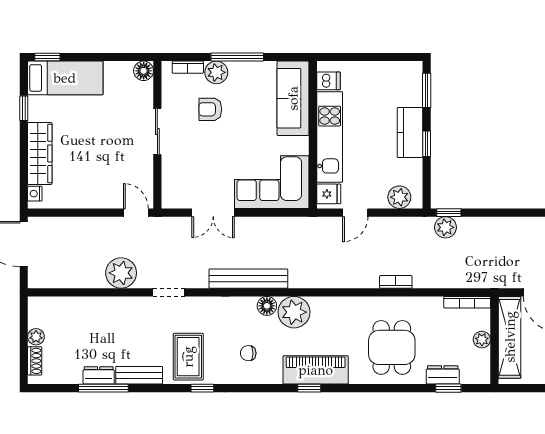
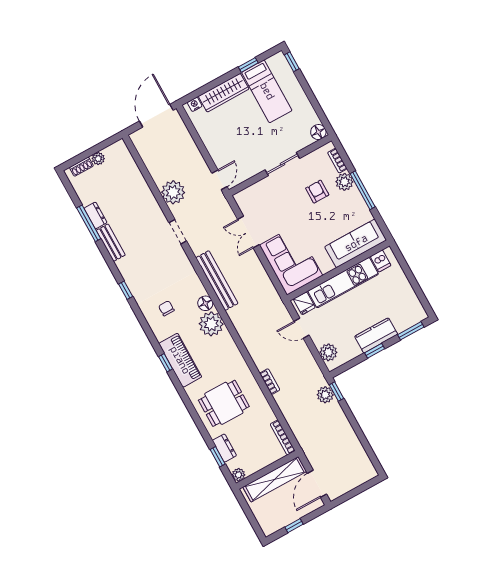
bed: (65, 78) -> (267, 91), moved
plant: (482, 340) -> (239, 475), moved
rug: (188, 357) -> (142, 269), removed

